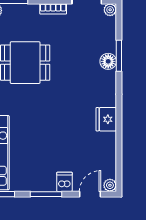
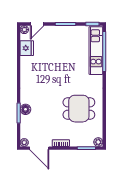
fridge: (106, 119) -> (27, 48), moved
dishwasher: (64, 182) -> (54, 32), removed

